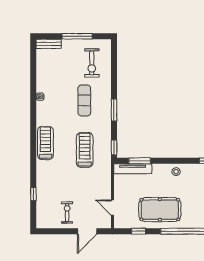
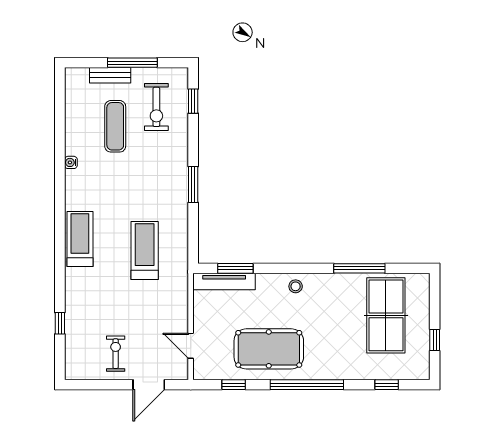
bench: (49, 44) -> (110, 75), moved
exercise mat: (84, 100) -> (115, 126), moved
window: (114, 147) -> (193, 101), moved

